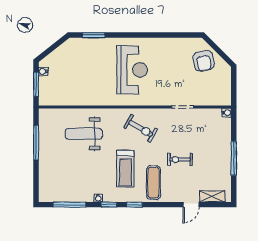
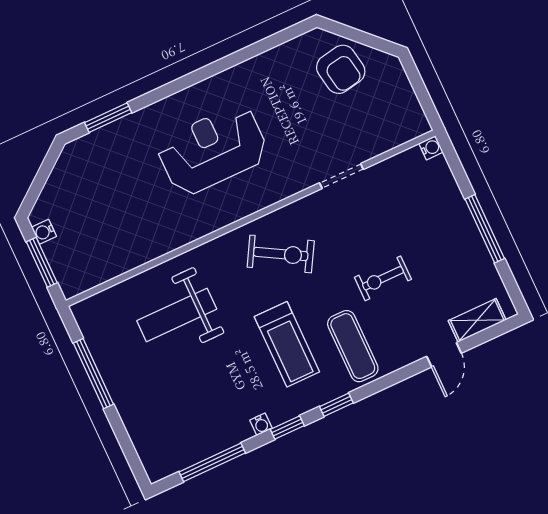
reception desk: (132, 70) -> (213, 150), turned -90

